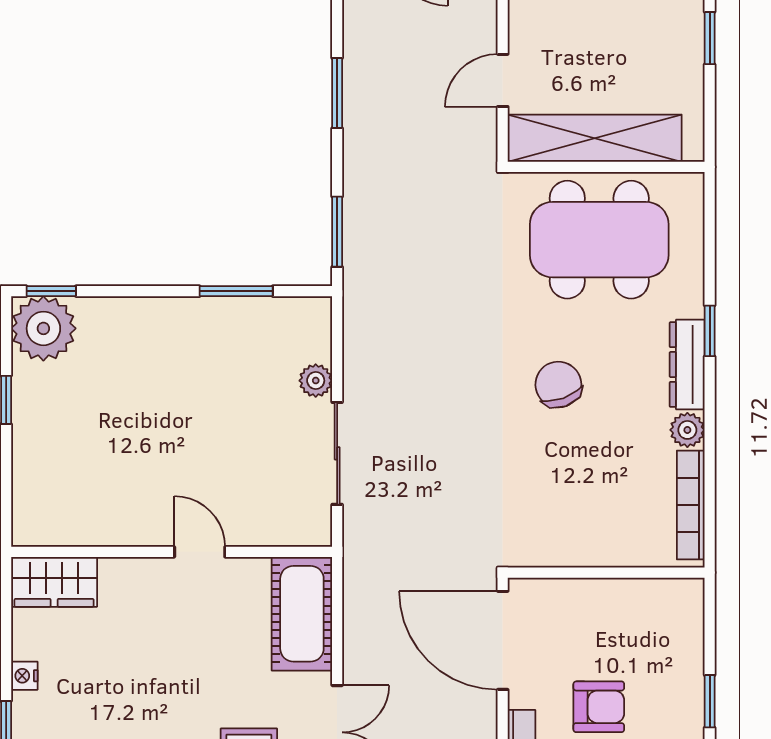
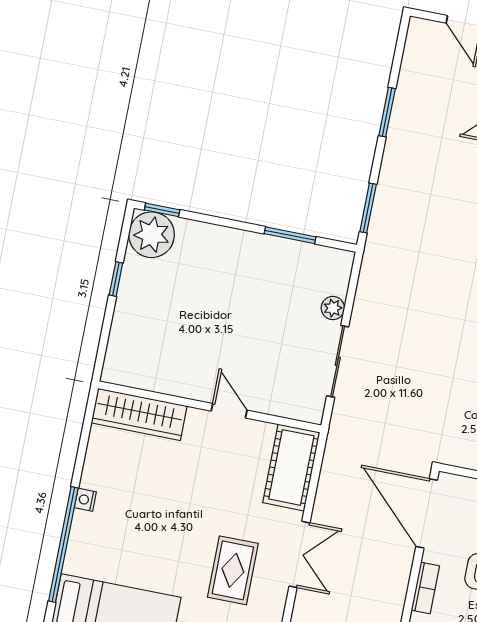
wardrobe: (54, 582) -> (139, 414), width x1.50
nightstand: (24, 676) -> (85, 500), moved

